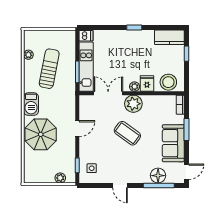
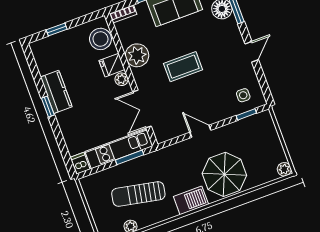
kitchen counter: (169, 37) -> (56, 92), moved
plant: (133, 104) -> (137, 55), moved
coffee table: (127, 133) -> (183, 67), turned 54
plant: (60, 178) -> (284, 169), moved

